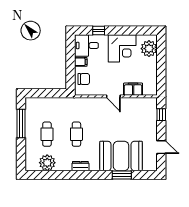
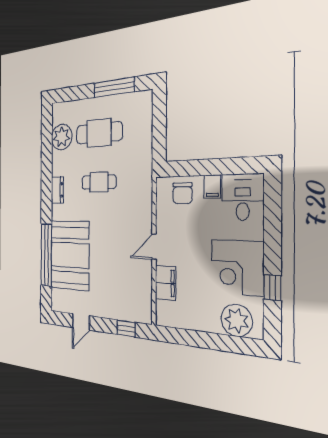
window: (99, 30) -> (272, 288), moved
cafe table: (47, 134) -> (99, 133), width x1.37, depth x1.35
window: (122, 175) -> (46, 255), width x2.11

